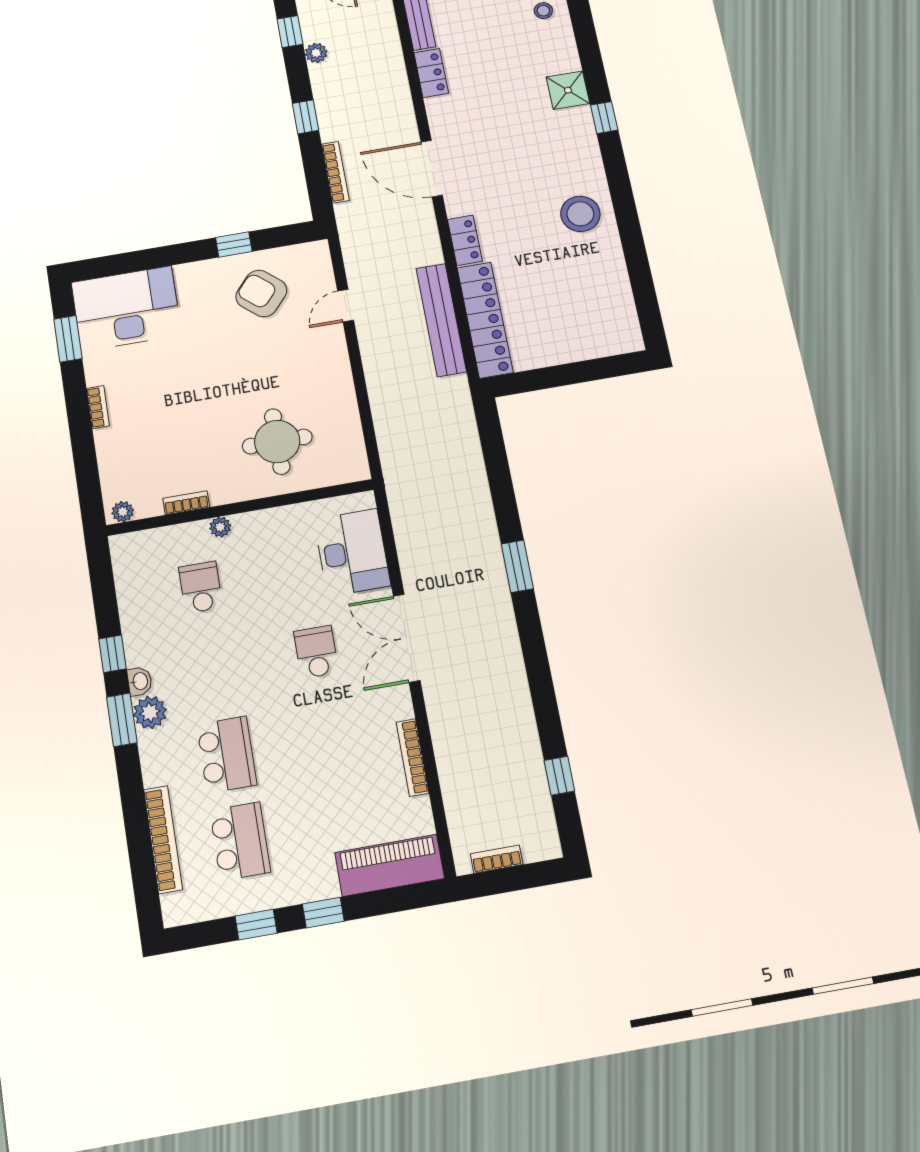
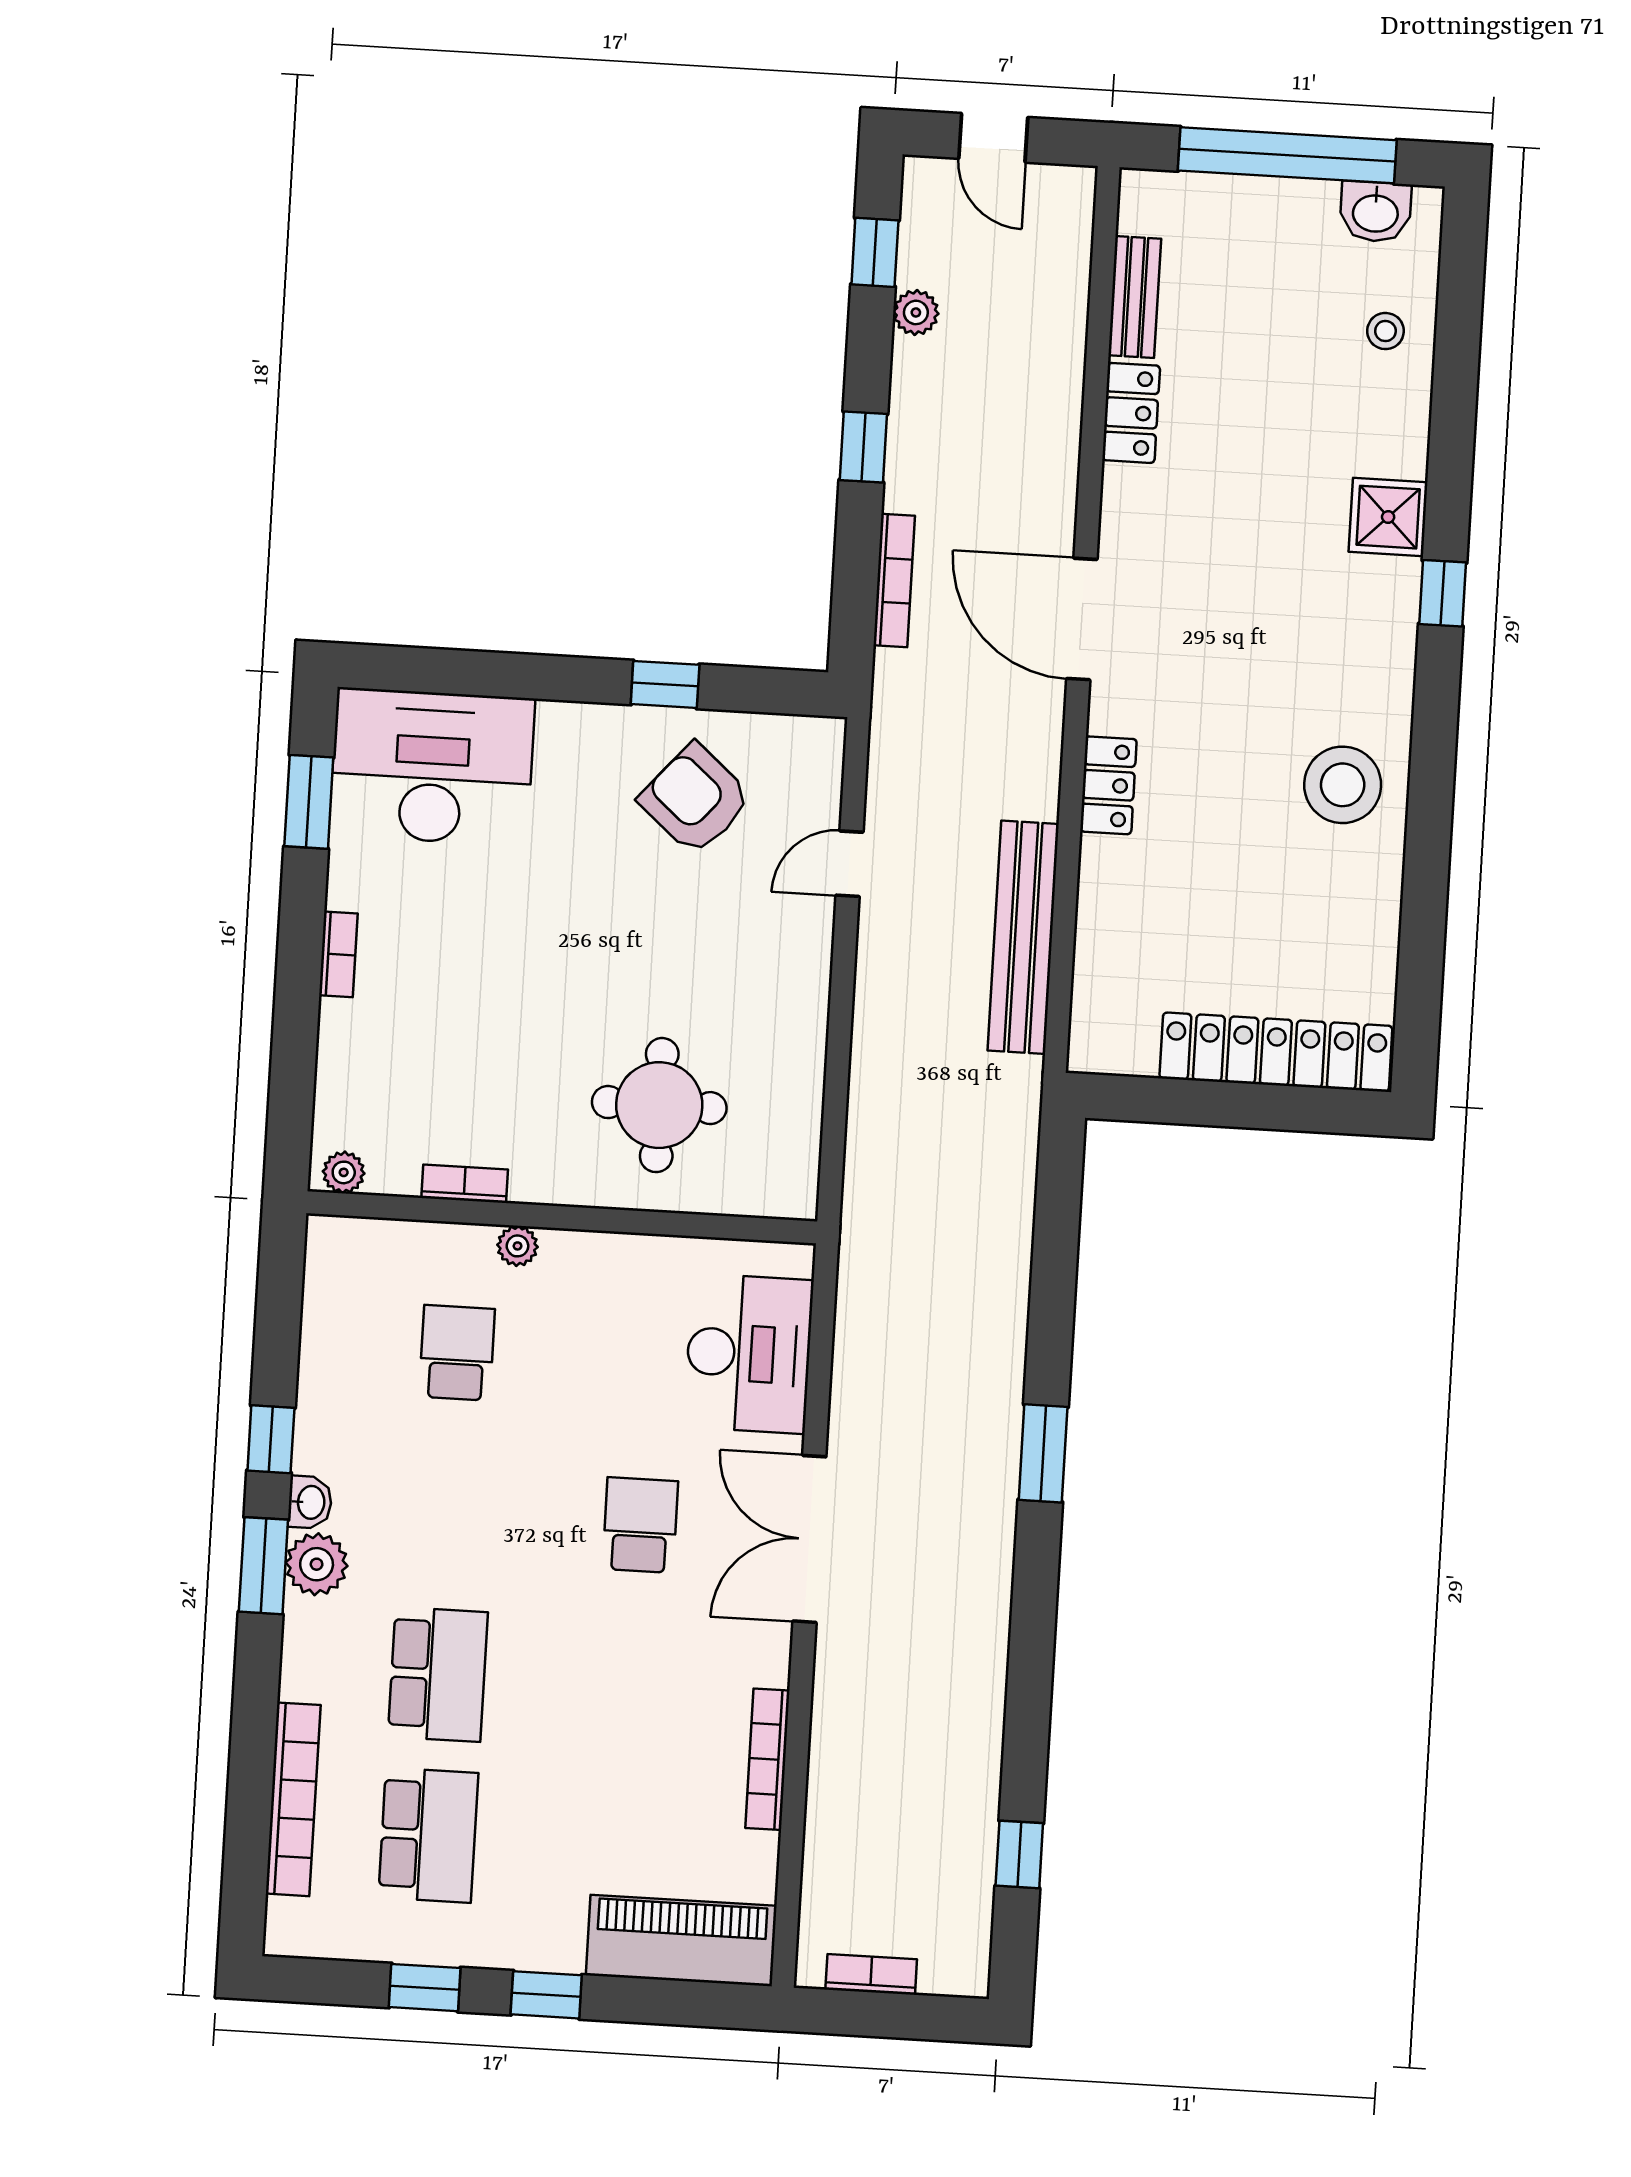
locker: (485, 320) -> (1276, 1052), moved, turned -90

